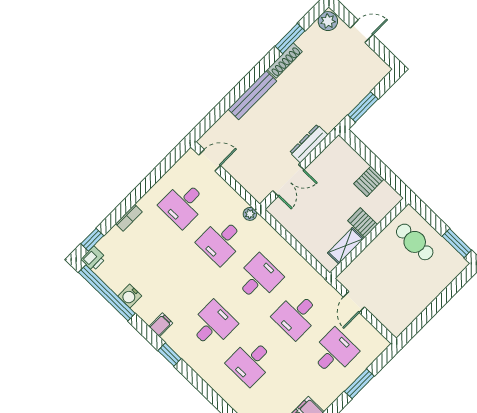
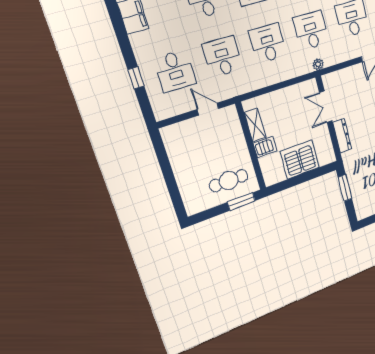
server rack: (369, 181) -> (300, 160), width x2.18, depth x1.44
window: (457, 243) -> (241, 201), moved
desk: (259, 278) -> (268, 43), turned 180
window: (359, 384) -> (136, 78), width x0.67

